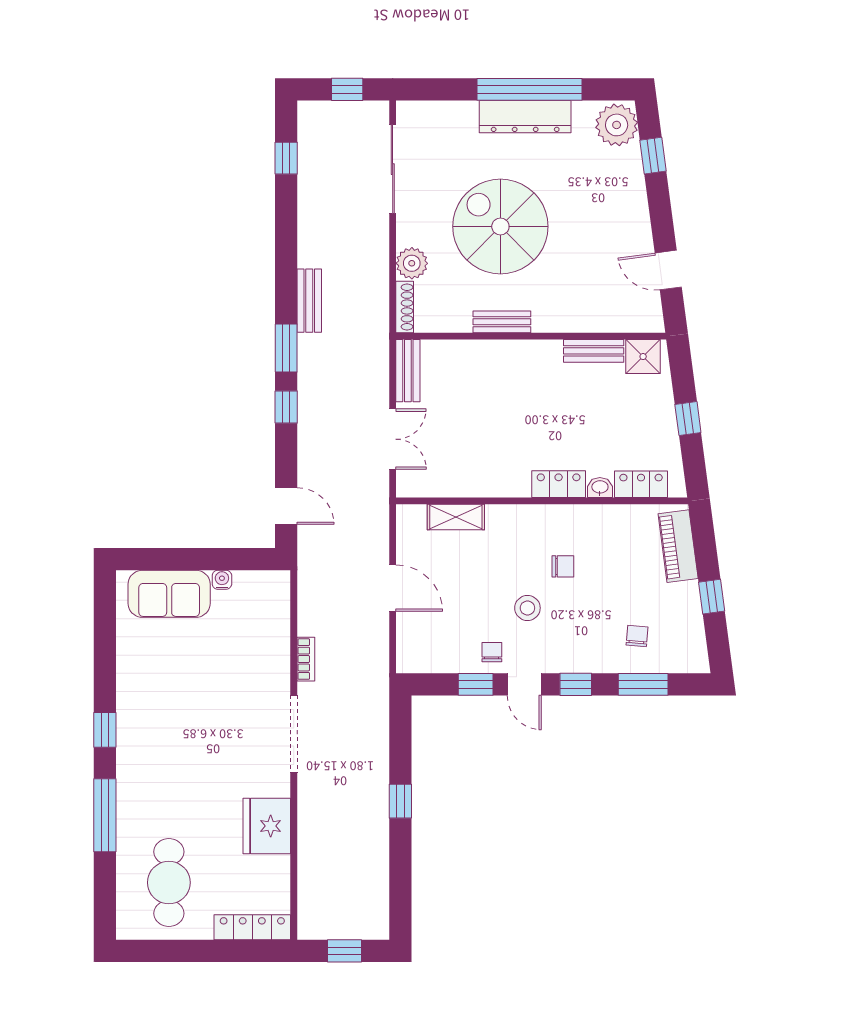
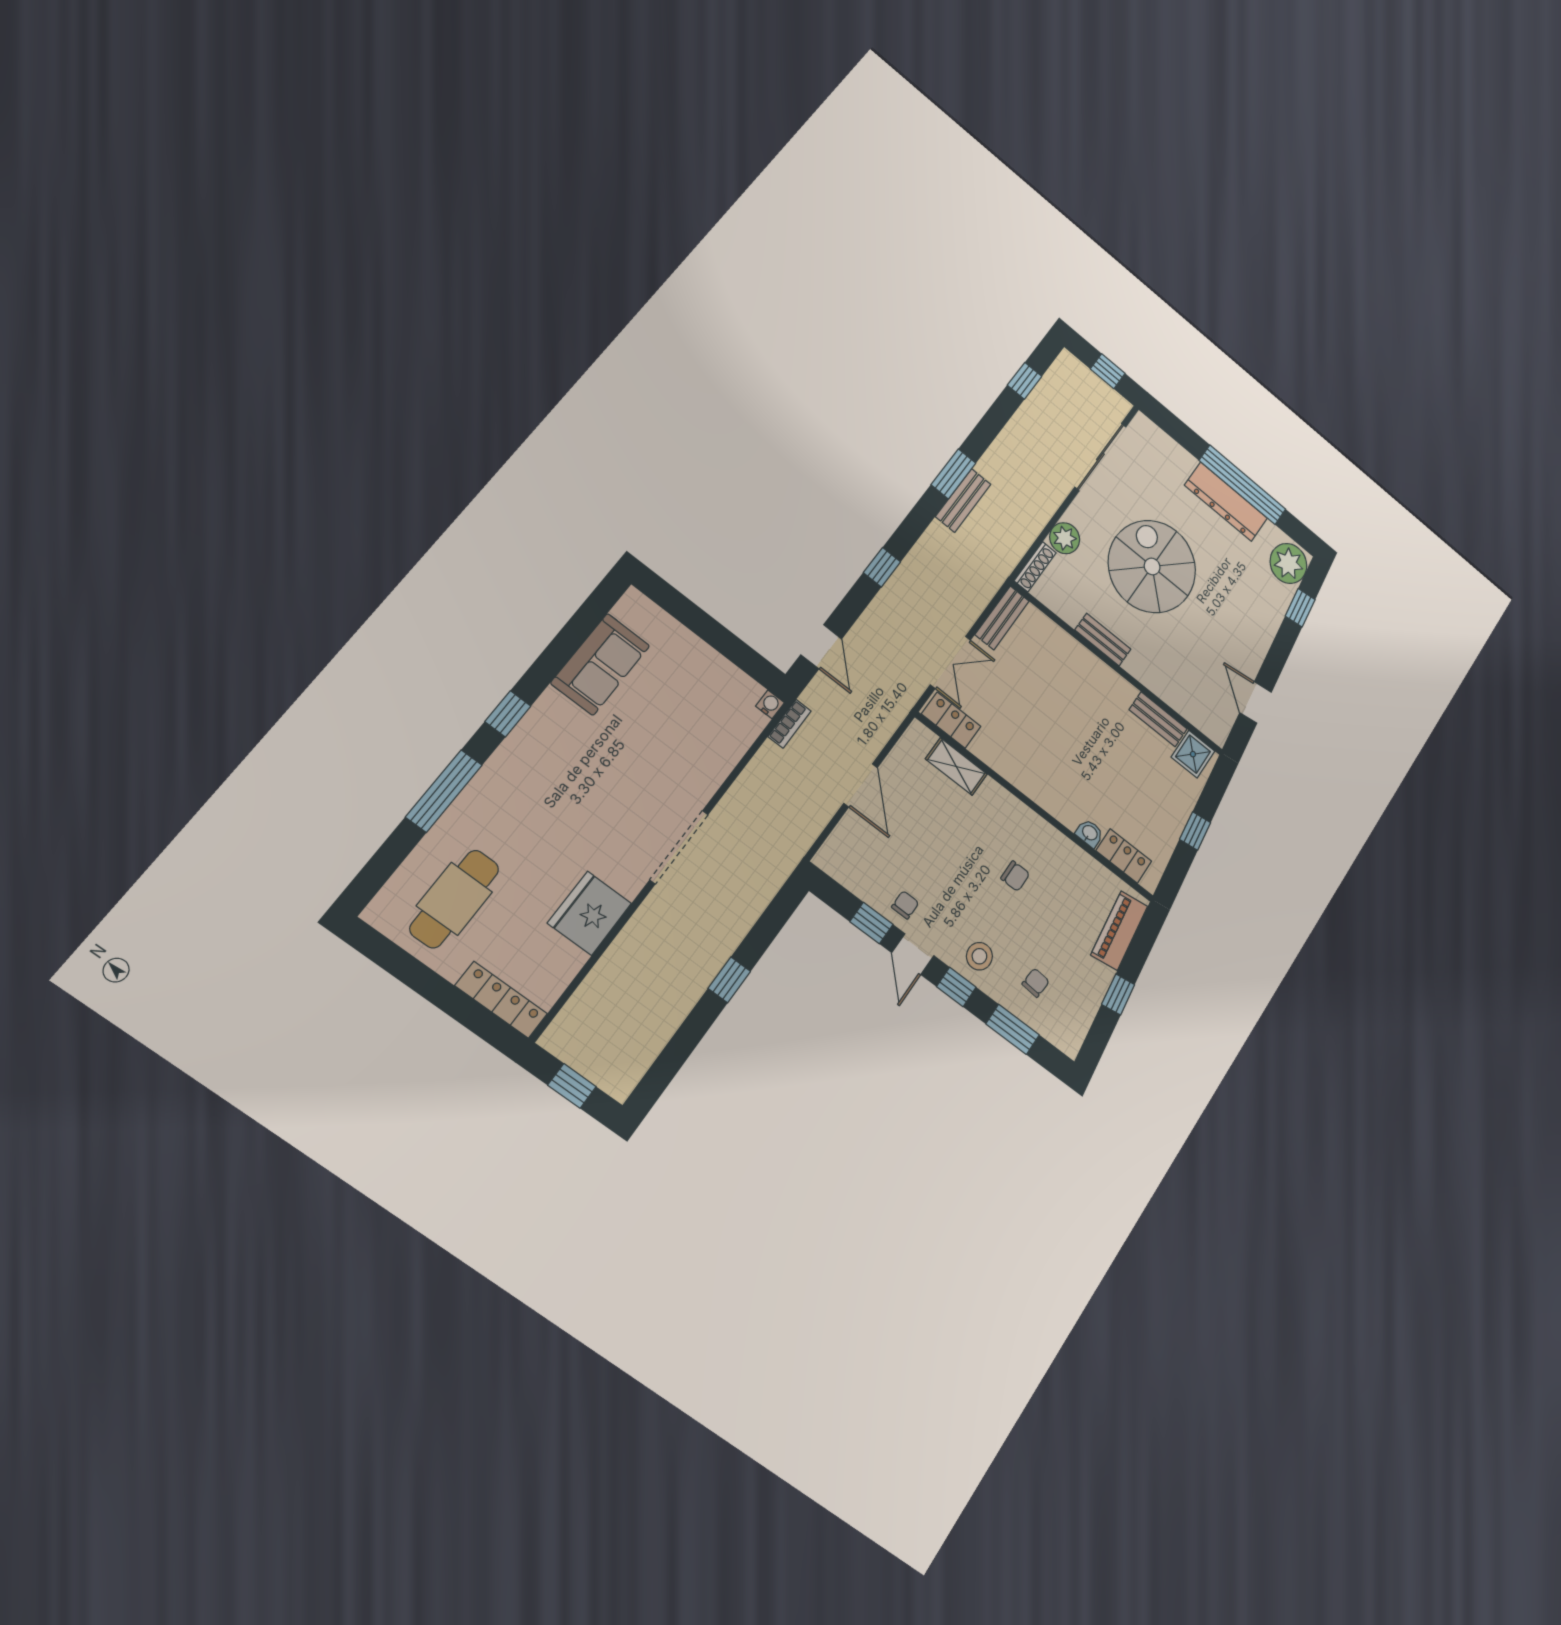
window: (286, 348) -> (953, 474), moved
locker: (559, 484) -> (951, 720), moved
water cooler: (222, 580) -> (770, 704), moved
sofa: (169, 594) -> (600, 664), moved, turned -90
stool: (527, 608) -> (979, 956), moved
bookcase: (306, 659) -> (790, 724), moved

